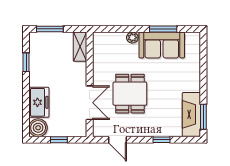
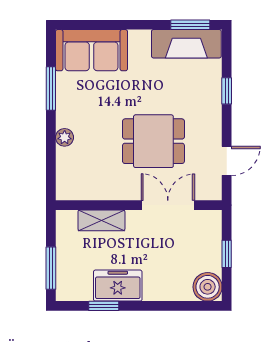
sofa: (162, 45) -> (91, 50), moved, turned 90
shelving: (80, 47) -> (101, 220), moved
freezer: (39, 102) -> (118, 286), moved

